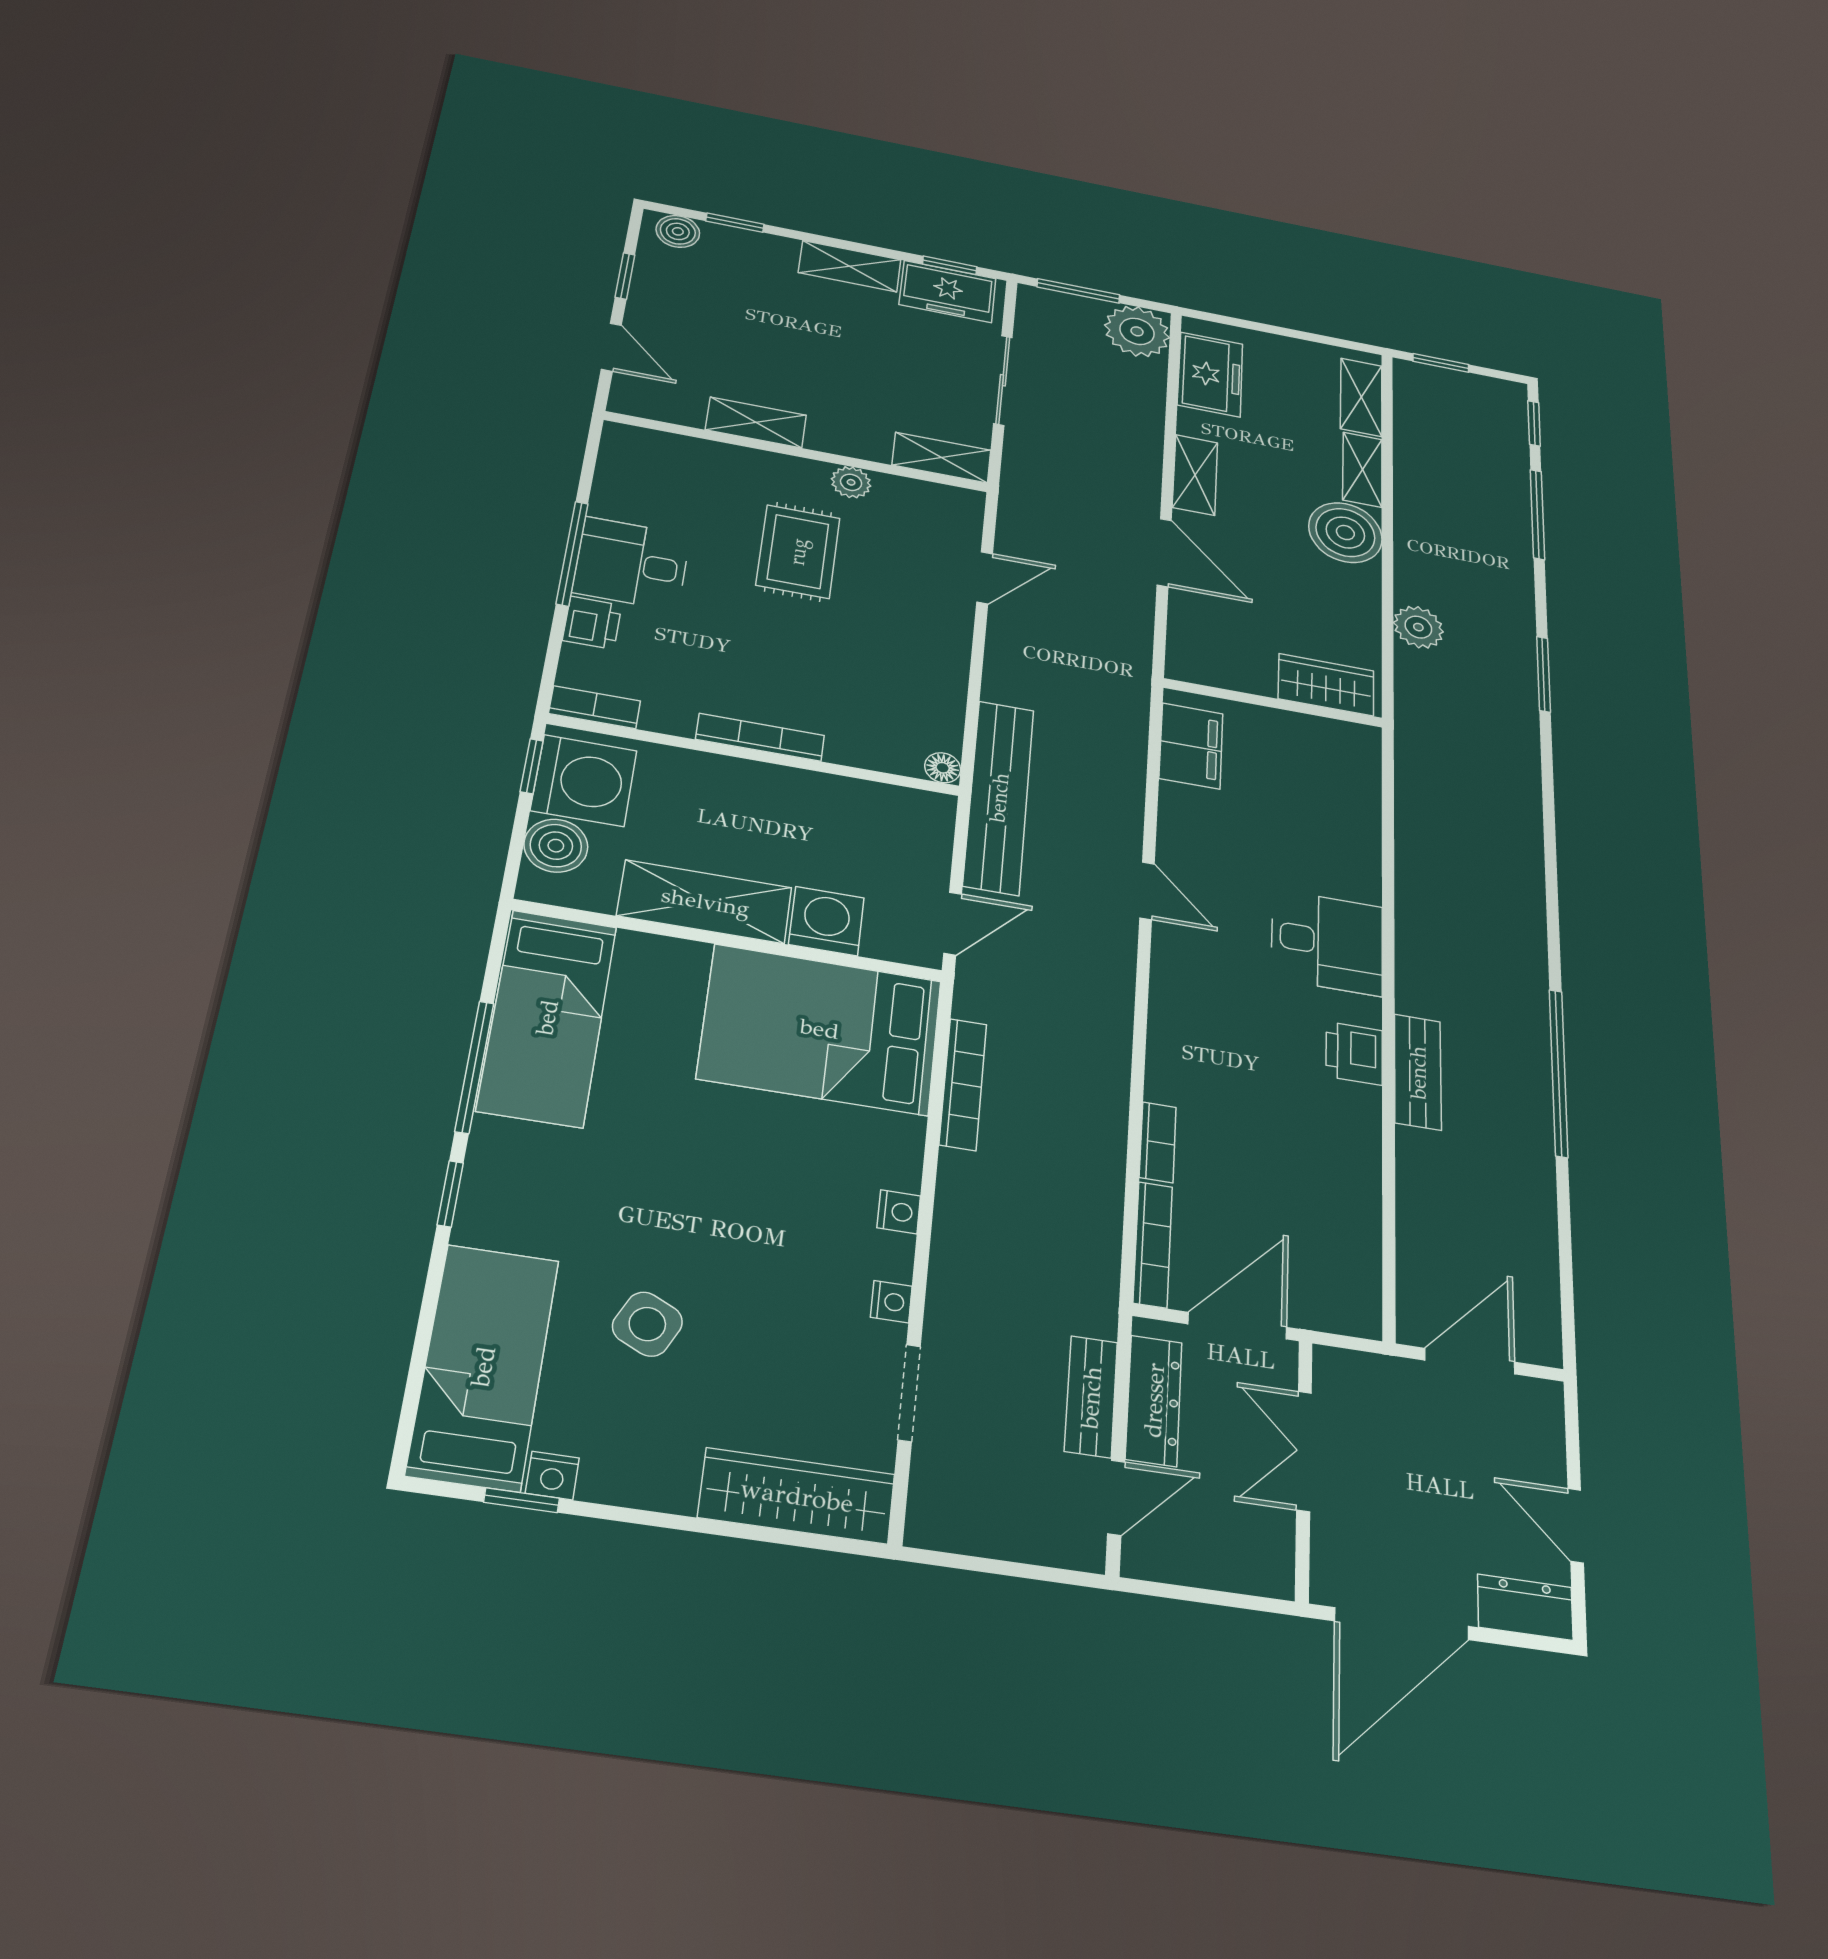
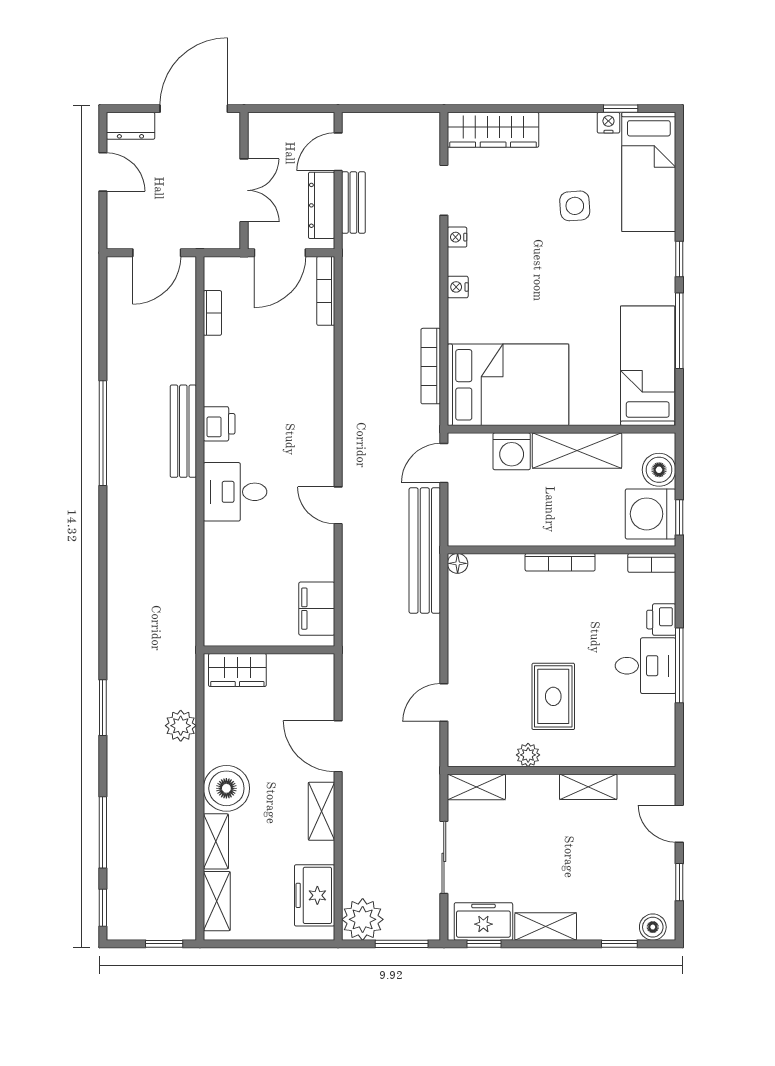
bench: (1418, 1072) -> (183, 431), width x1.36
bookcase: (1158, 1142) -> (212, 313), moved, turned 180
side table: (647, 1324) -> (575, 206), turned -30

